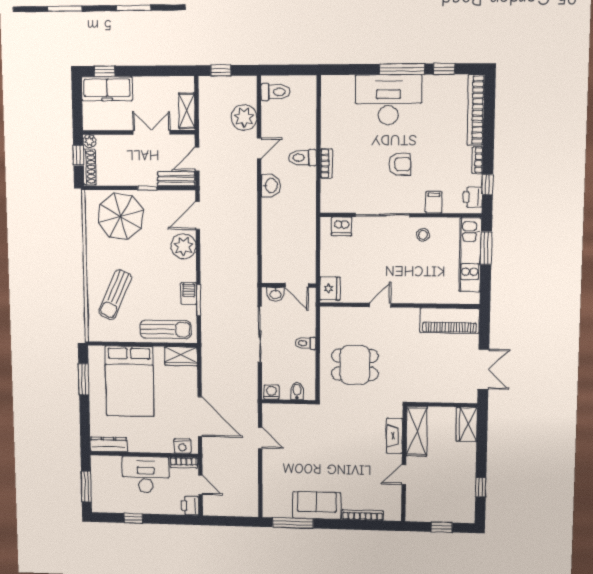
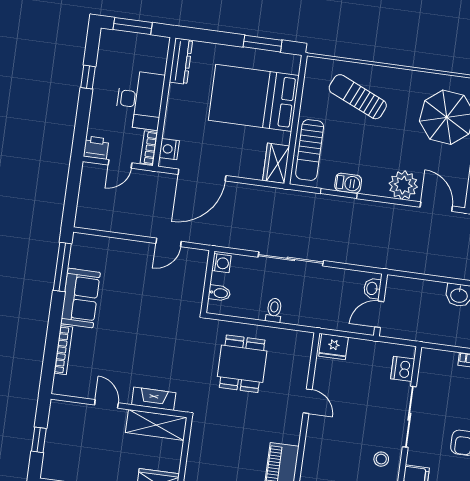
wall: (289, 285) -> (380, 305), moved
door: (297, 285) -> (379, 314), moved
washbasin: (275, 294) -> (372, 288), moved

